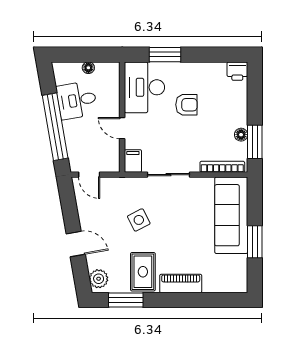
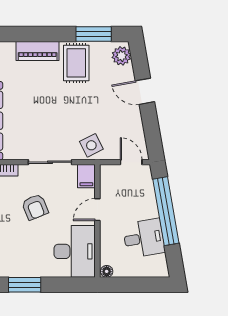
window: (165, 55) -> (25, 285), moved
floor lamp: (88, 68) -> (107, 271), moved
armchair: (186, 105) -> (35, 207), moved, turned -112
door: (122, 128) -> (97, 210), swing flipped
side table: (139, 220) -> (91, 145), moved

